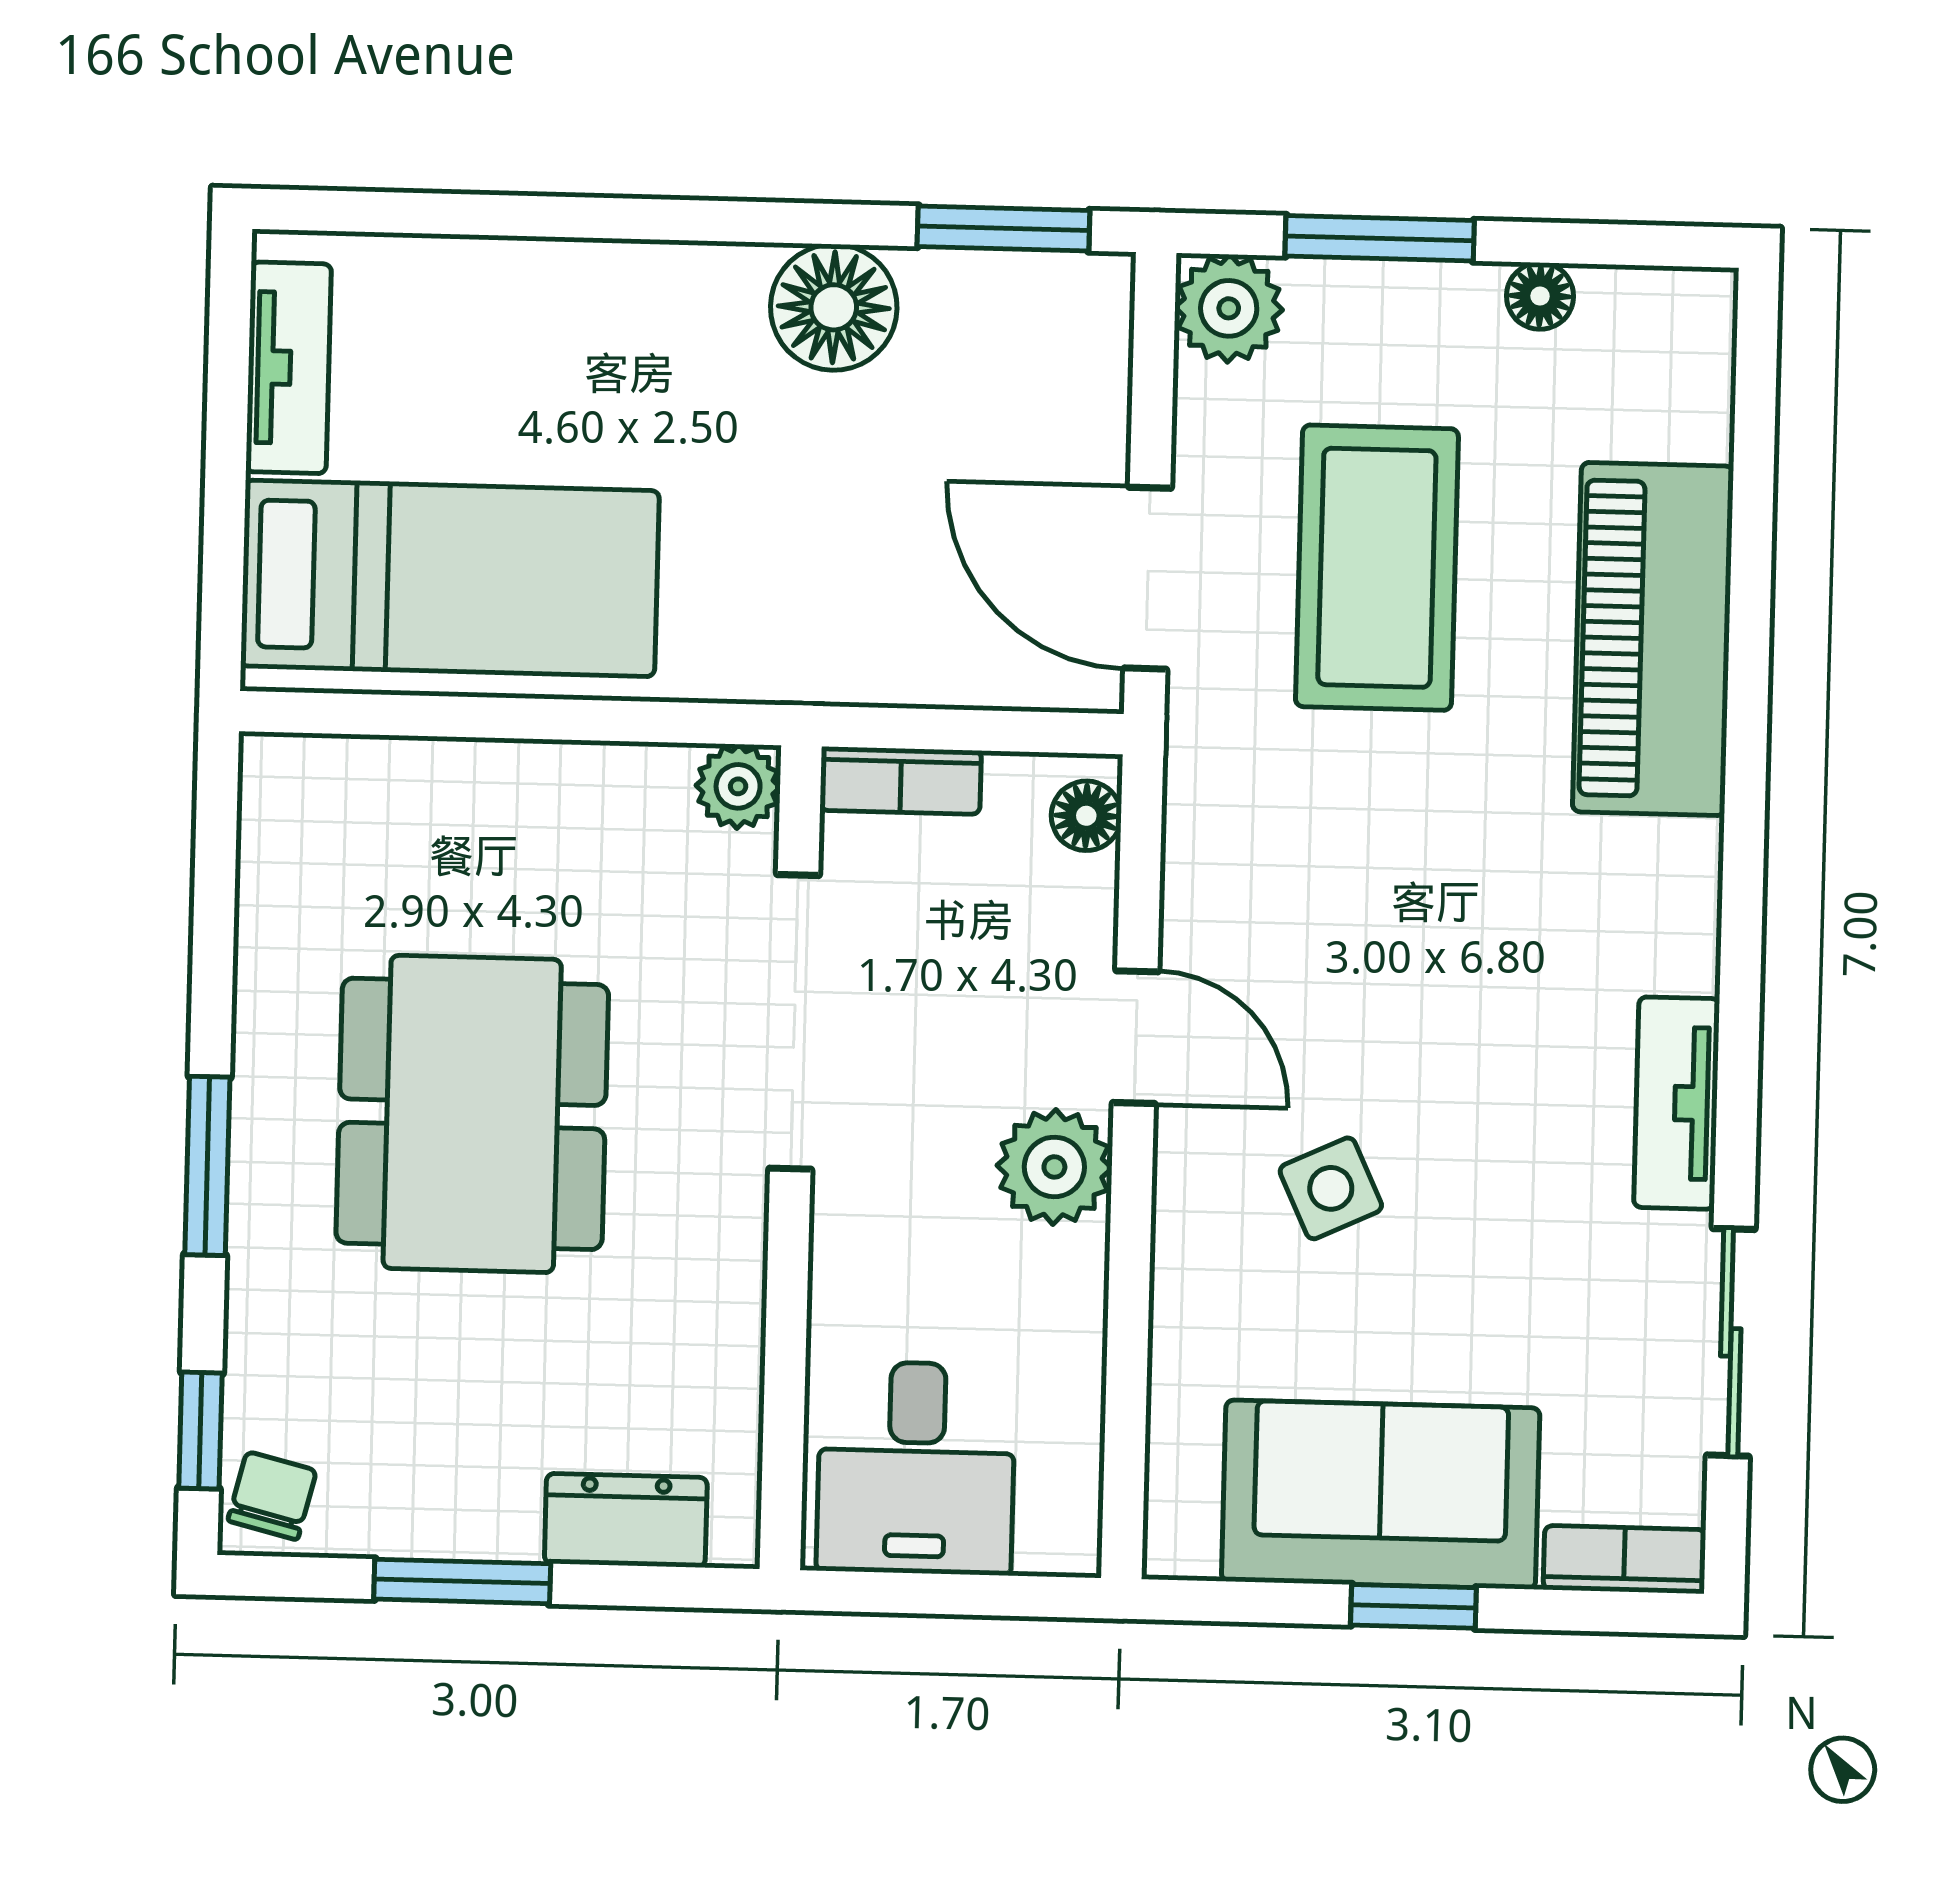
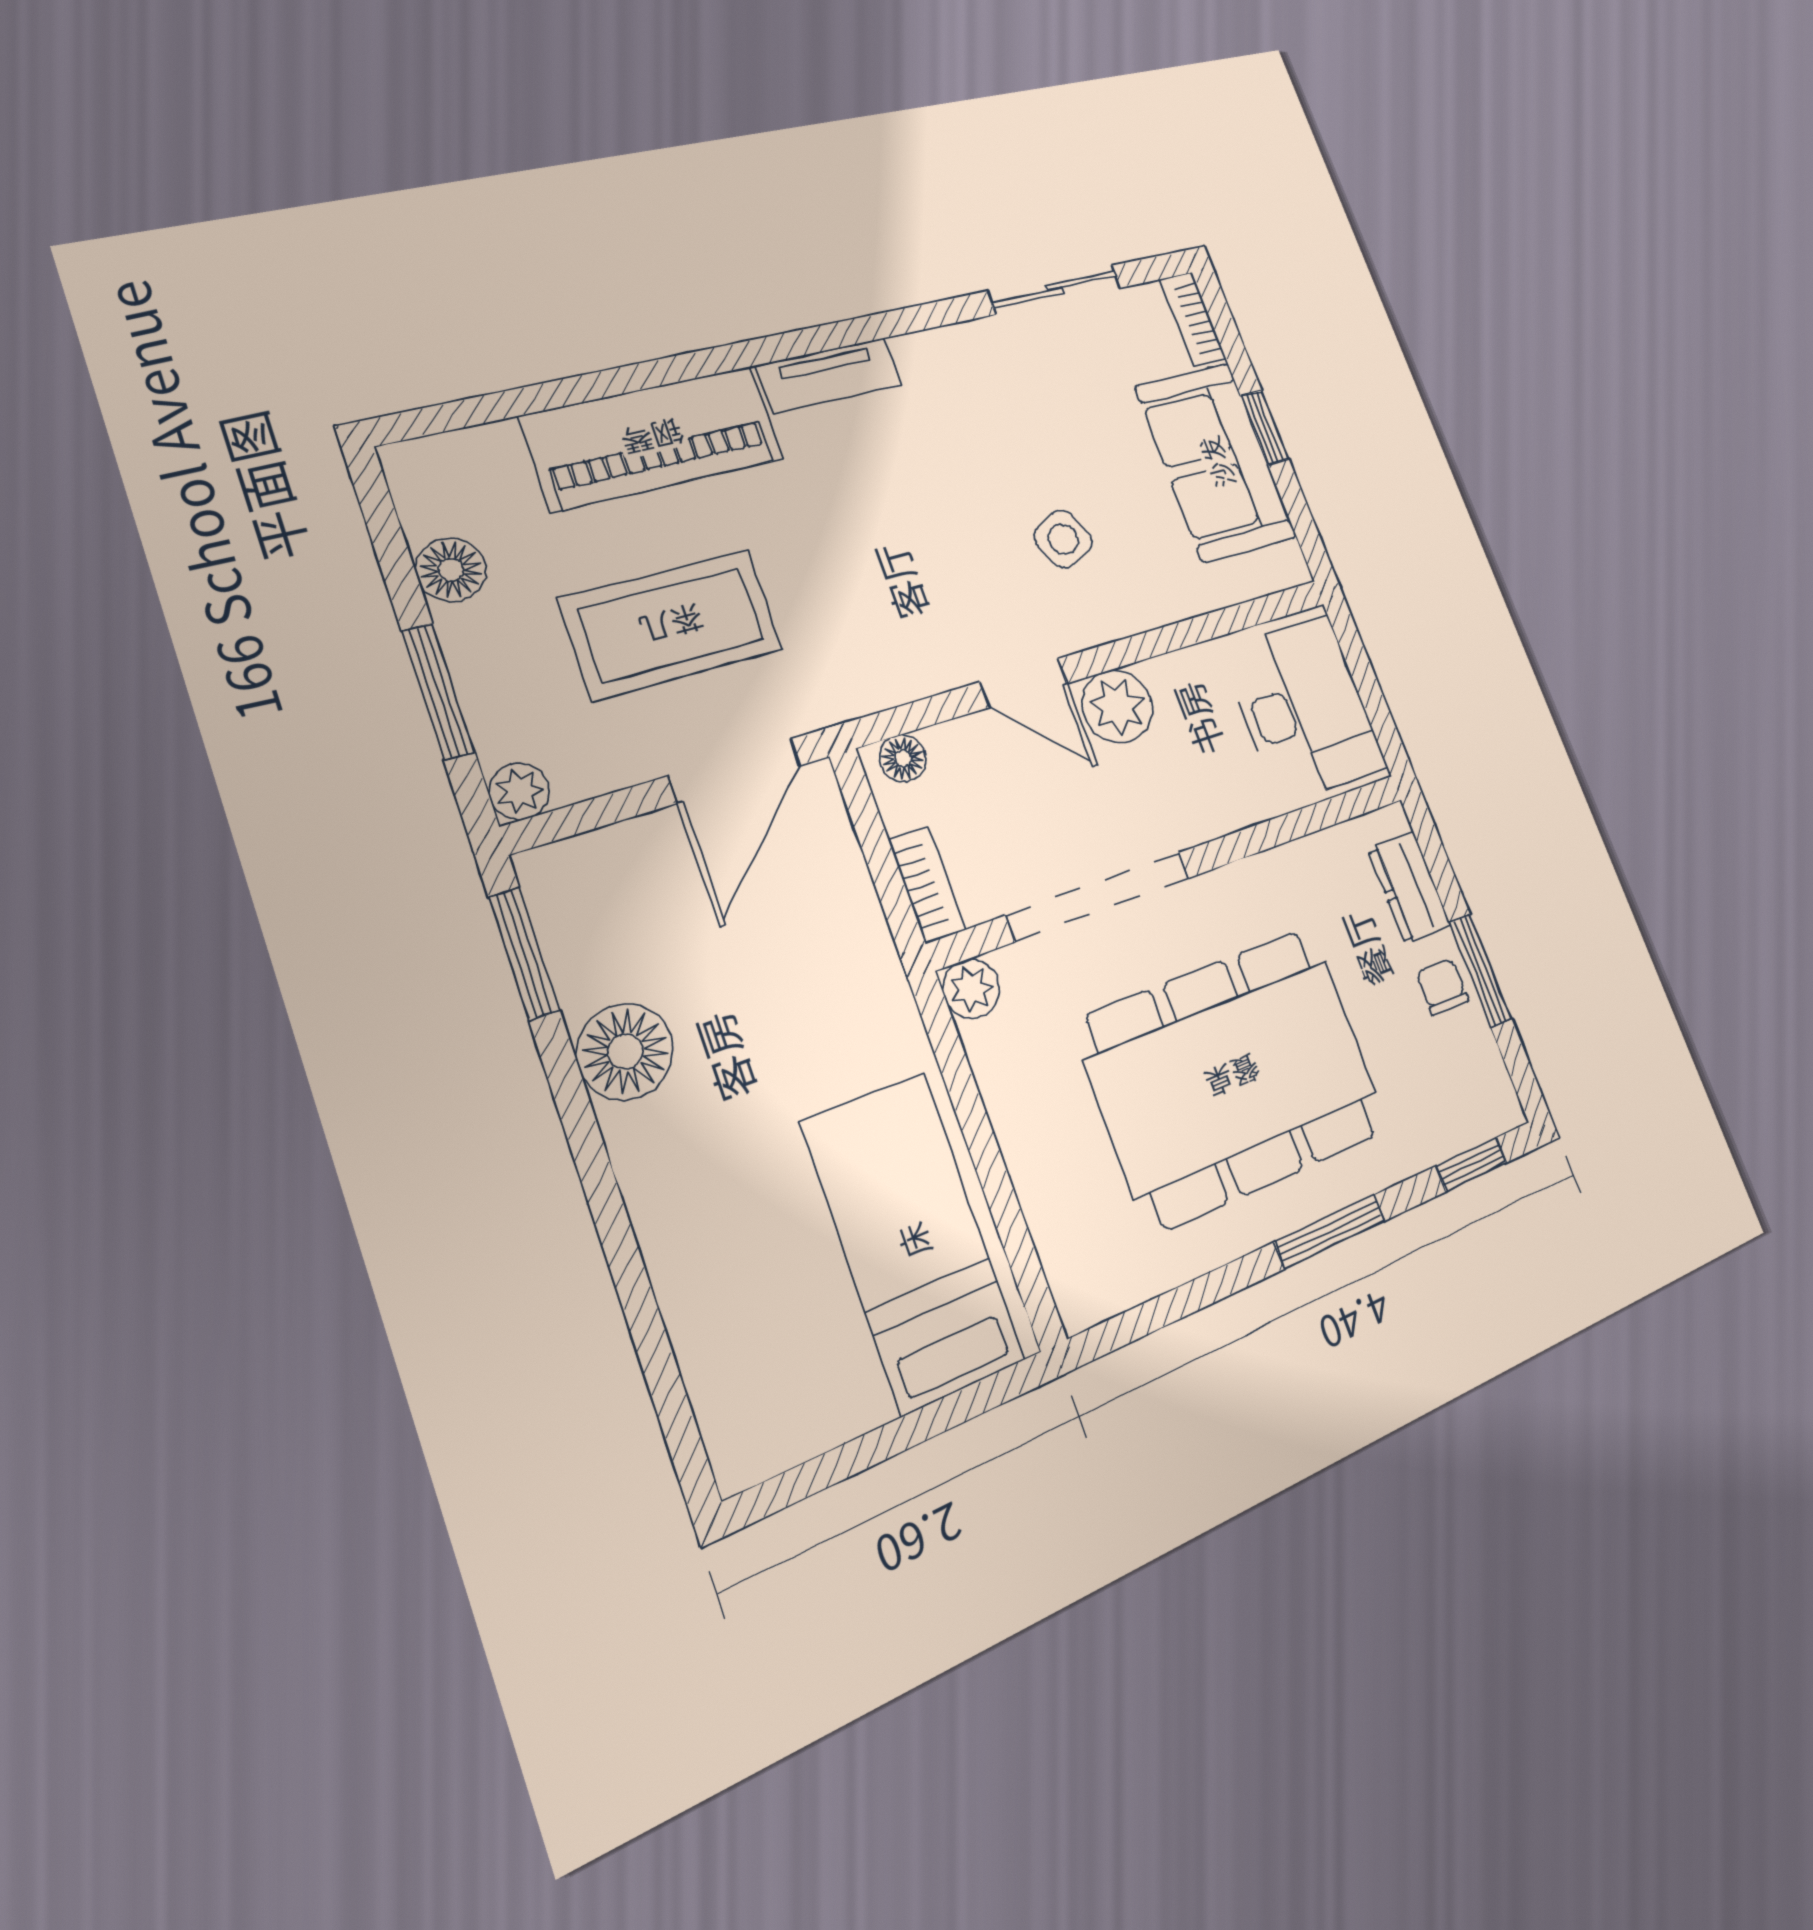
floor lamp: (1540, 296) -> (451, 570), width x1.37, depth x1.37
plant: (1229, 308) -> (519, 791), width x0.73, depth x0.73
tv unit: (288, 368) -> (812, 1425), removed
door: (1136, 1037) -> (1024, 683), swing flipped
tv unit: (1677, 1103) -> (829, 375), moved
dining table: (472, 1114) -> (1233, 1077), width x1.36, depth x1.24
desk: (916, 1468) -> (1304, 708), width x1.37
chair: (272, 1496) -> (1442, 987), moved, turned 76

